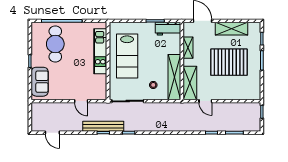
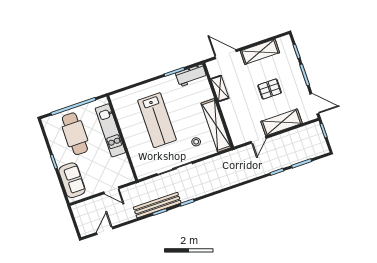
kitchen unit: (100, 51) -> (110, 130), moved
wall: (108, 61) -> (122, 138), moved
pallet: (229, 62) -> (270, 89), width x0.49, depth x0.50
shelving: (190, 83) -> (282, 122), moved, turned 90
door: (262, 87) -> (314, 104), added
door: (81, 101) -> (111, 190), moved
door: (205, 101) -> (258, 140), hinge flipped
door: (52, 133) -> (105, 231), swing flipped

